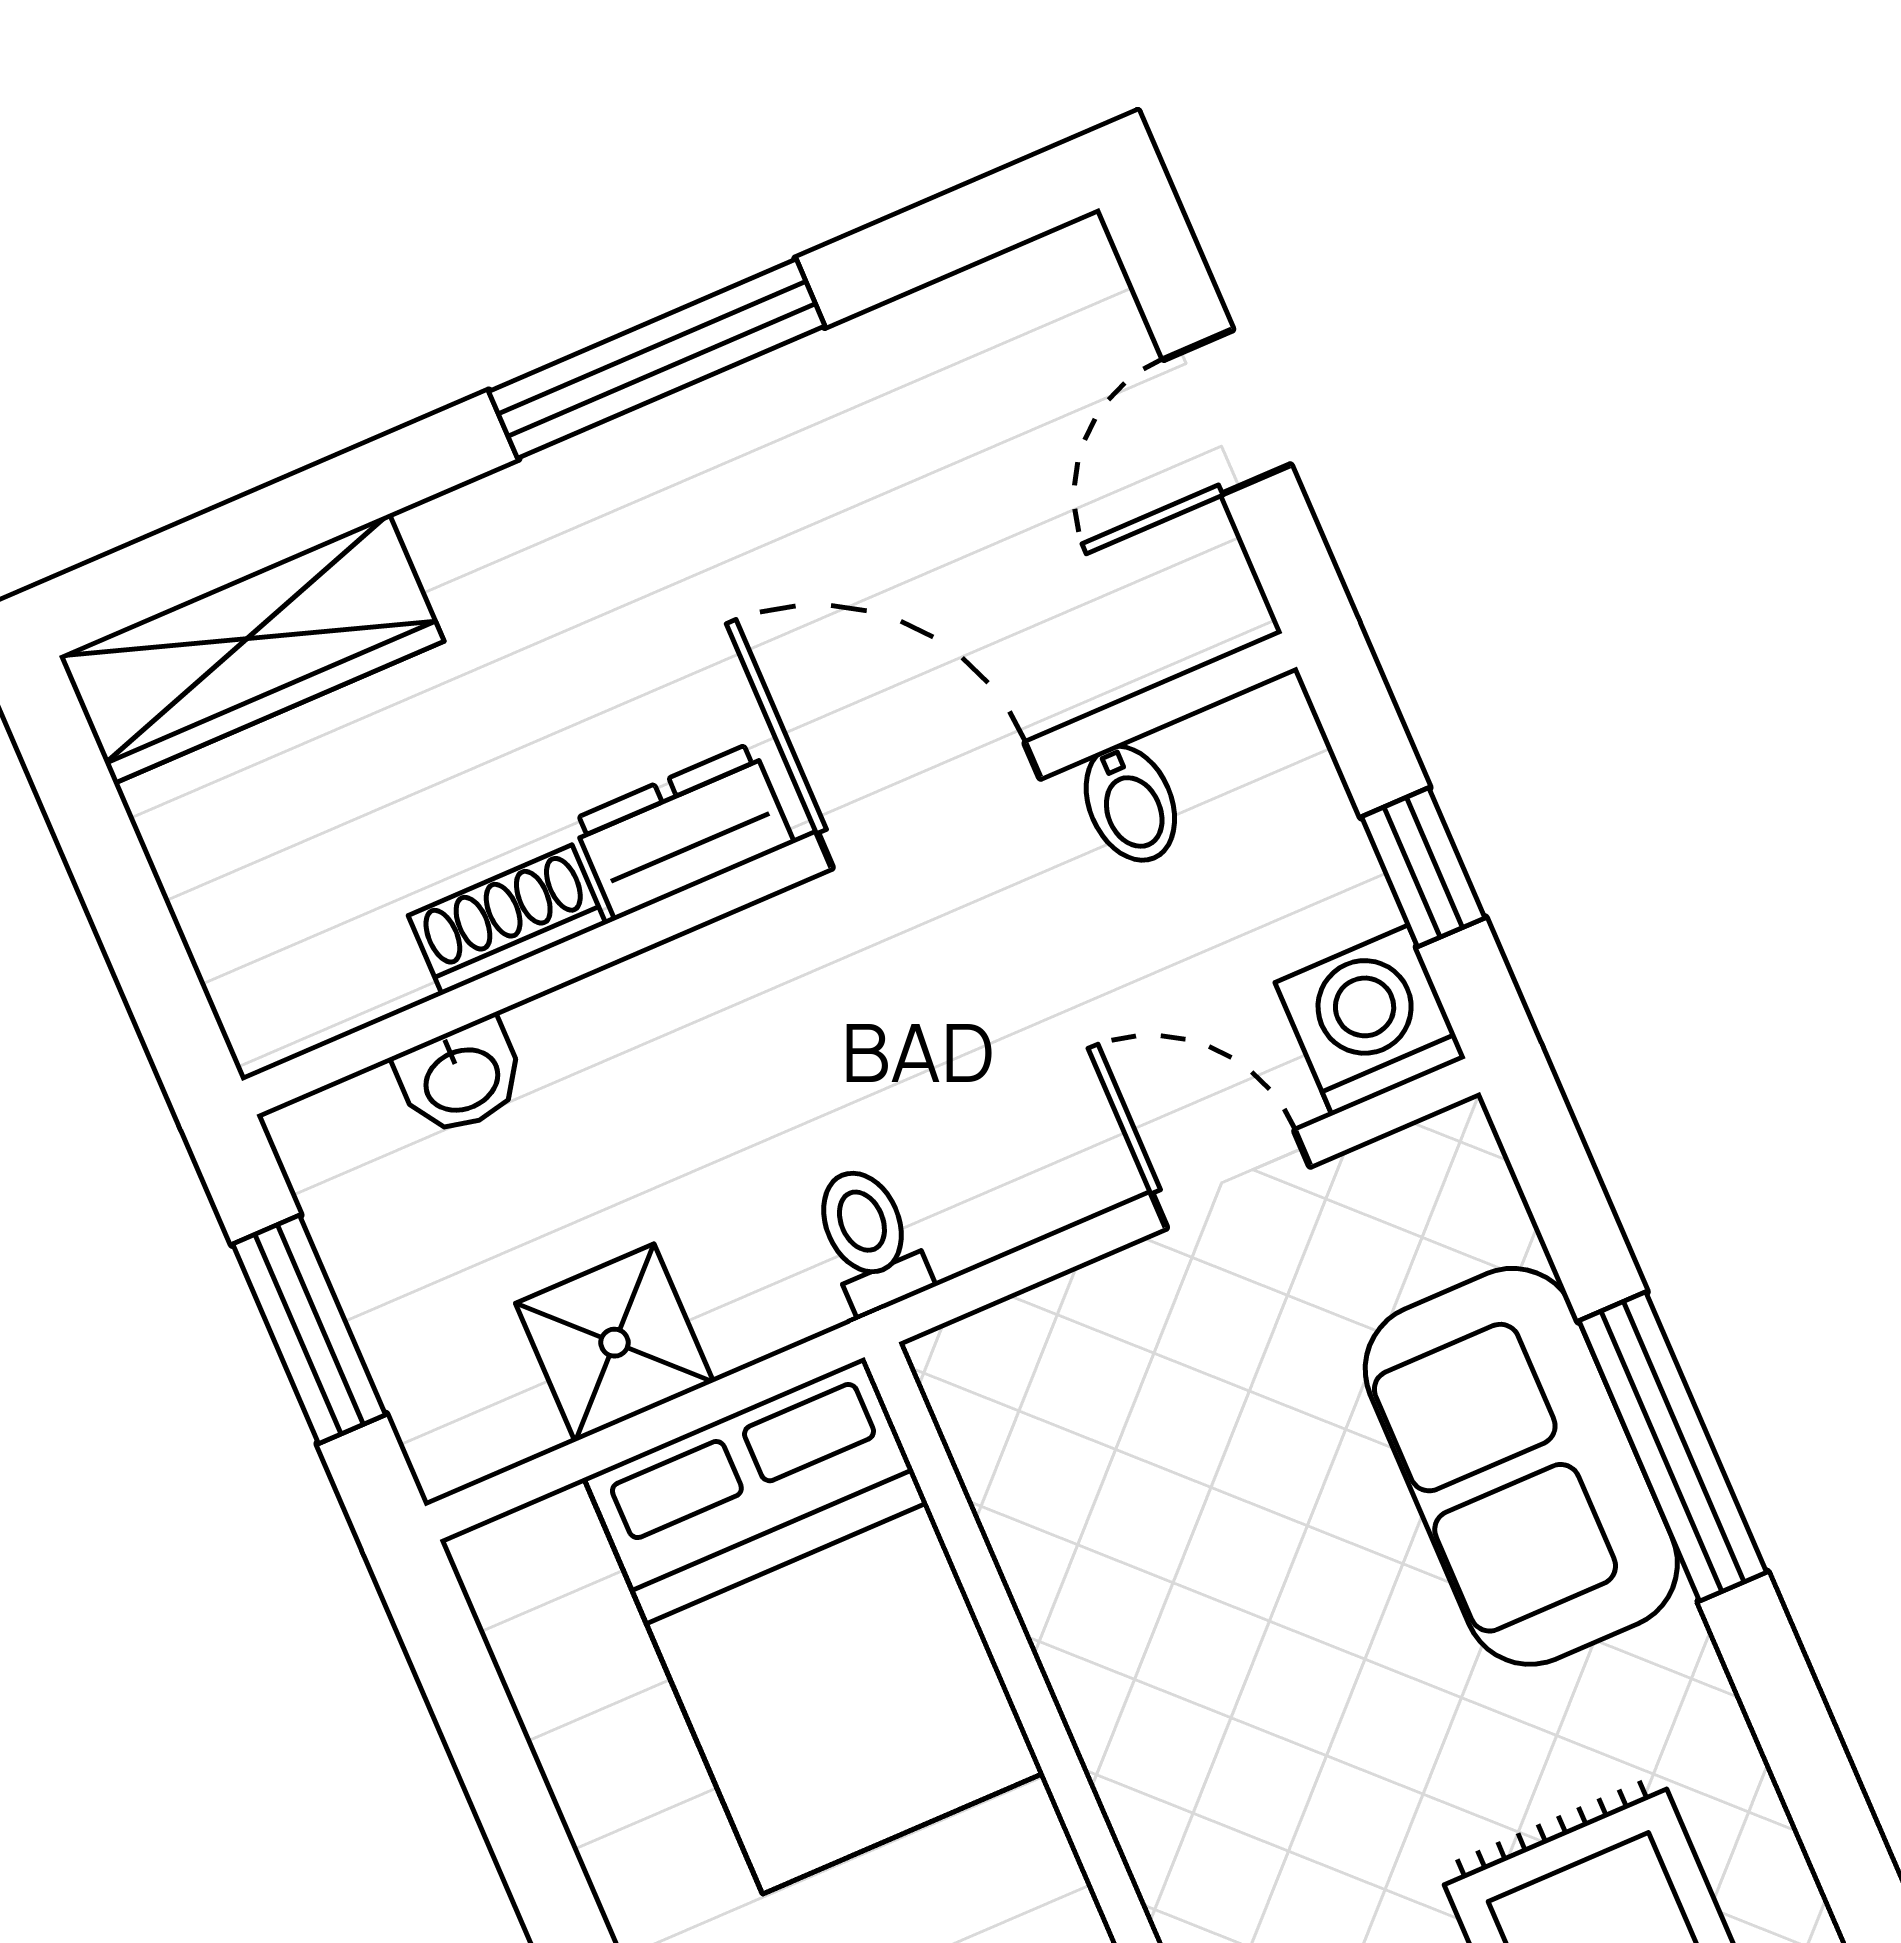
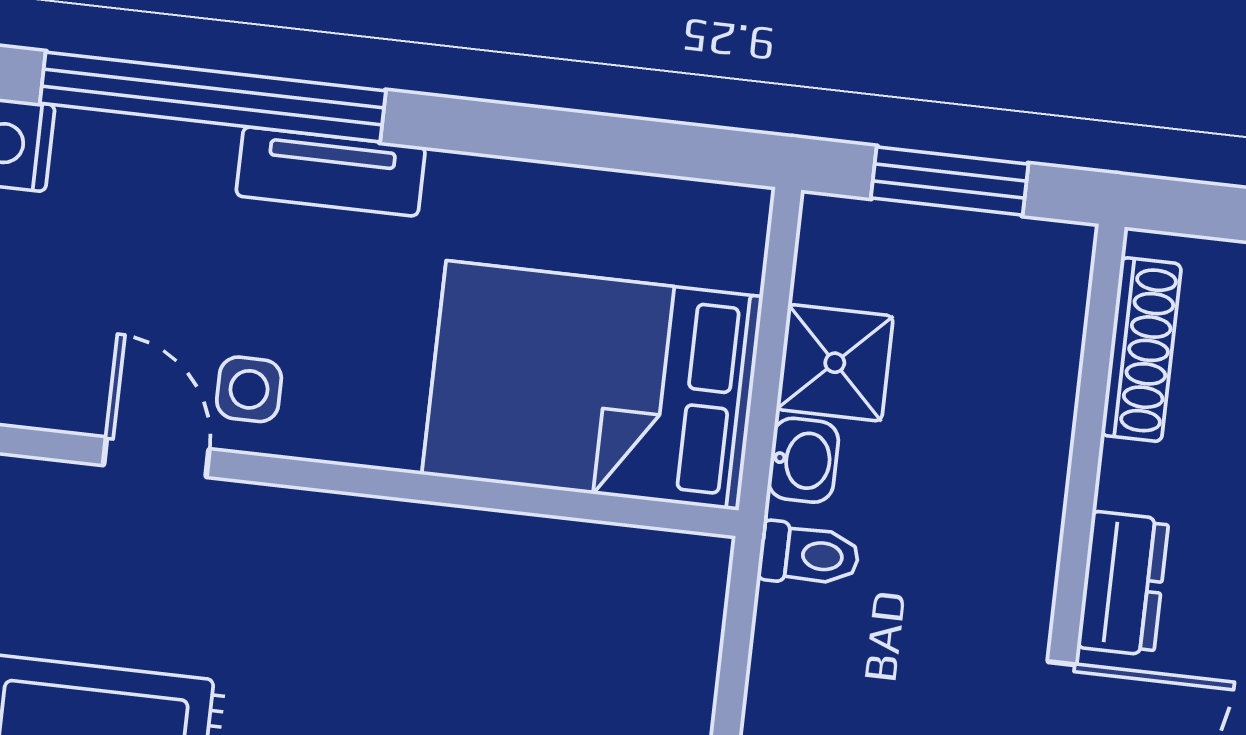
shoe rack: (507, 920) -> (1141, 350), moved, width x1.43
washbasin: (461, 1077) -> (803, 460), moved, turned 180

